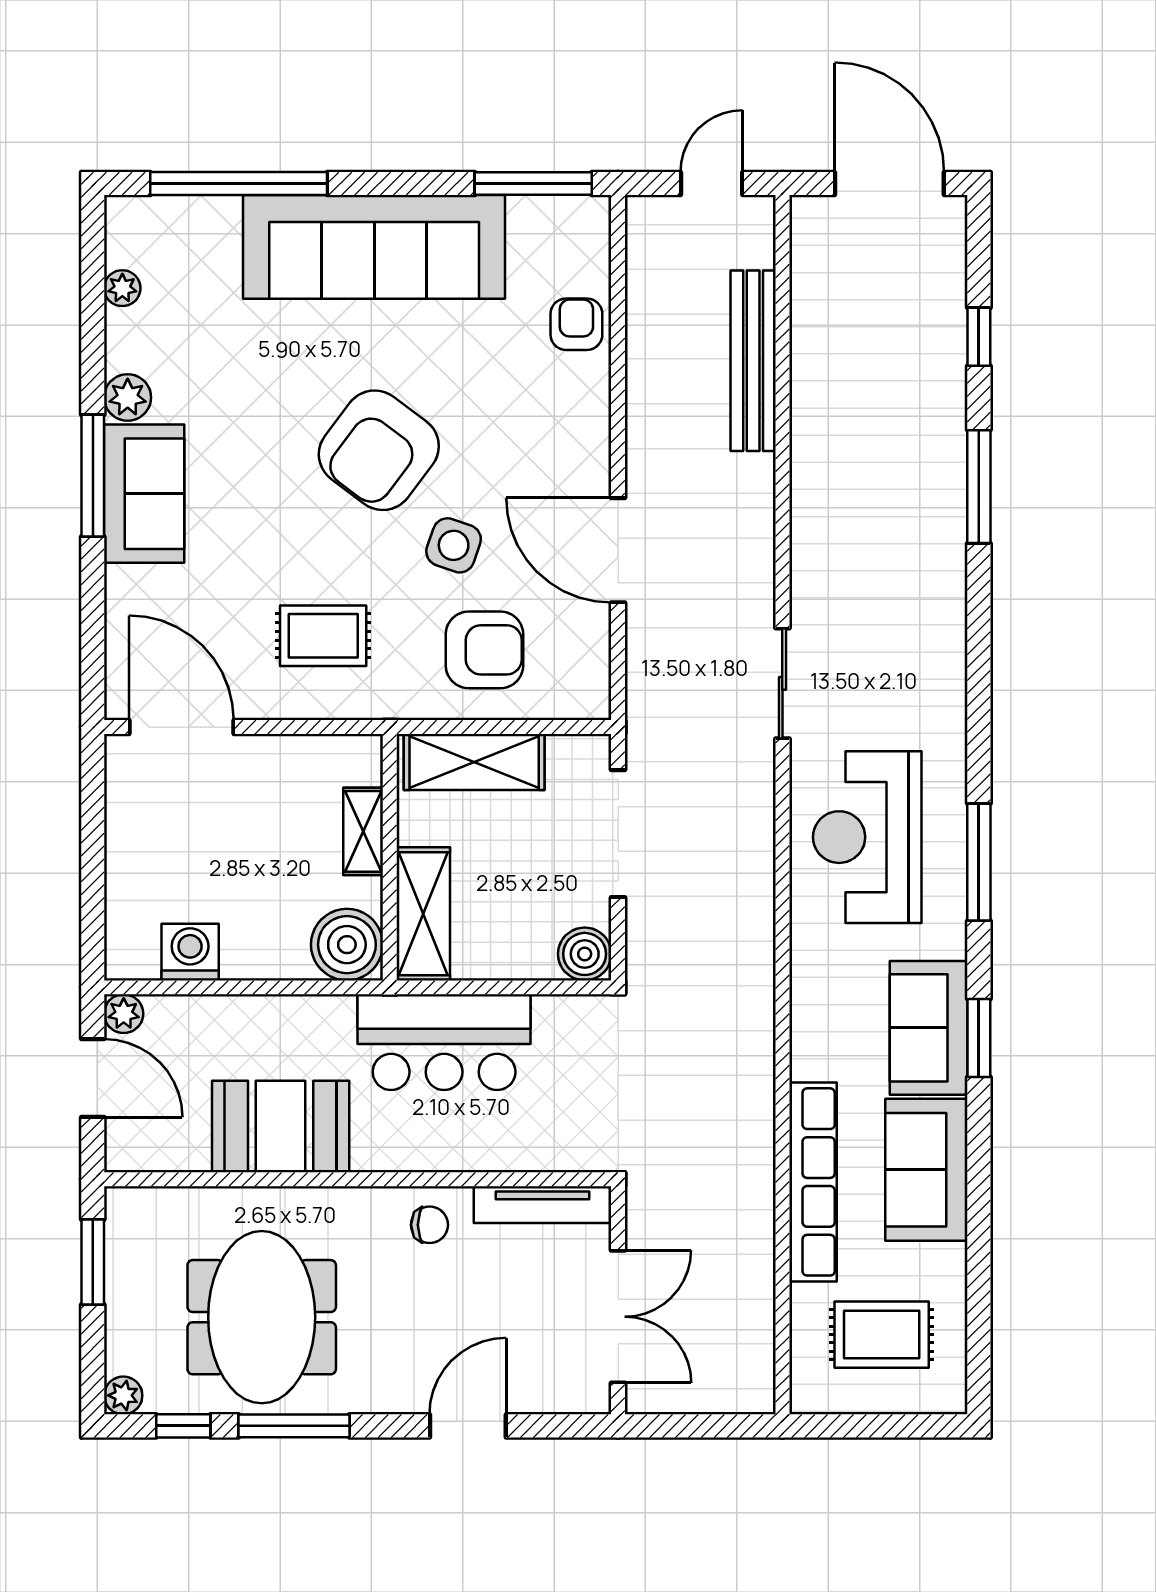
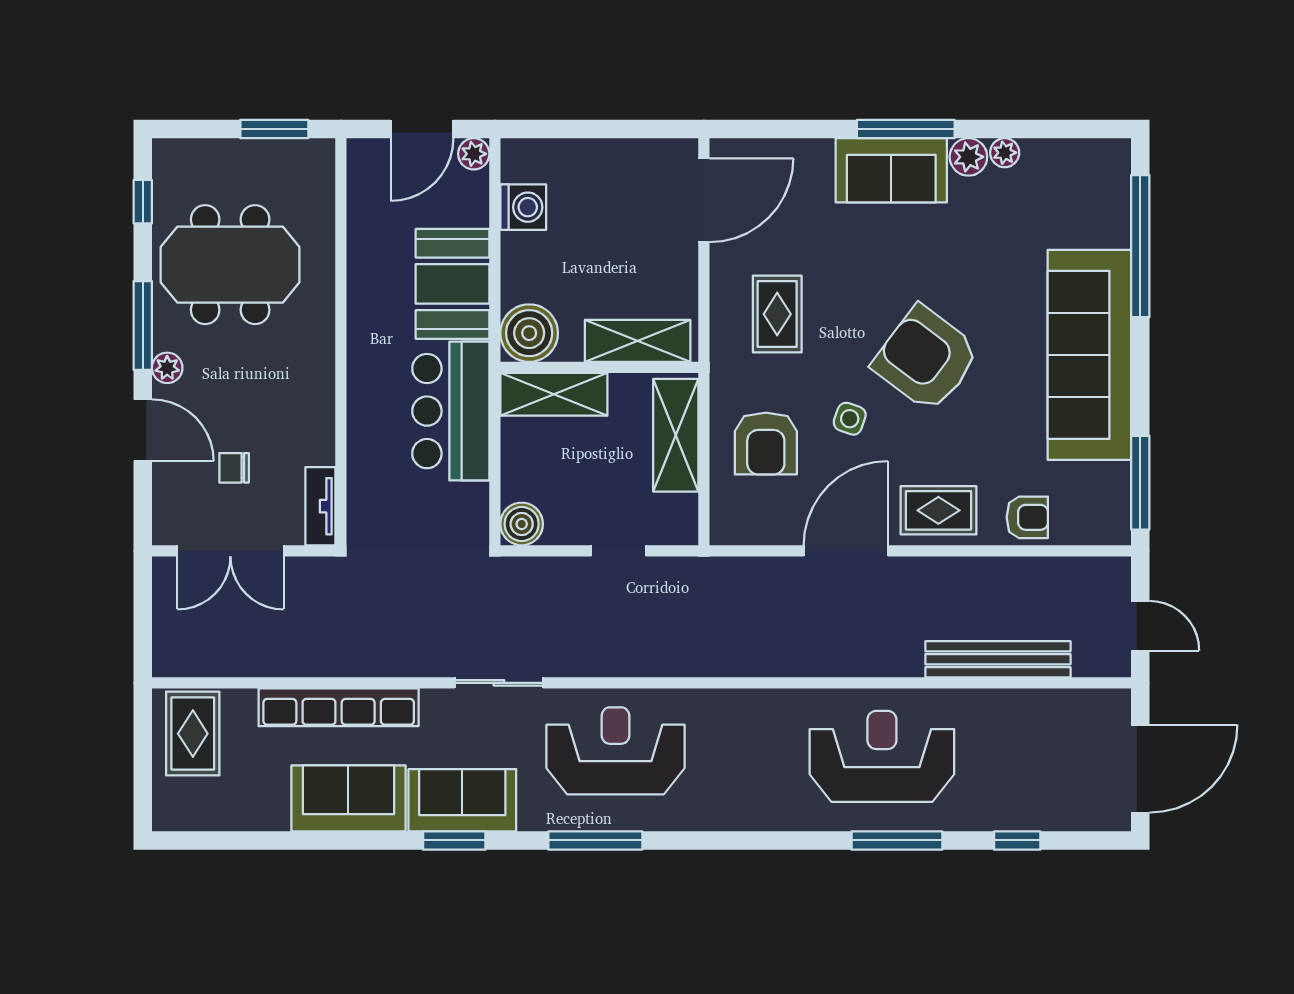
plant: (122, 288) -> (1005, 153), moved
rug: (568, 435) -> (938, 510), added
reception desk: (874, 505) -> (882, 756), added
side table: (454, 545) -> (850, 419), width x0.73, depth x0.73
sliding door: (782, 683) -> (499, 683), moved
shelving: (363, 831) -> (638, 341), width x1.50, depth x1.33
doorway: (618, 834) -> (618, 551), width x0.53
booth: (281, 1126) -> (452, 284), moved
tv unit: (543, 1205) -> (320, 506), width x0.71
chair: (429, 1225) -> (234, 468), moved, turned 90
rug: (882, 1335) -> (193, 734), moved
plant: (123, 1395) -> (167, 368), moved
window: (294, 1426) -> (143, 326), moved

